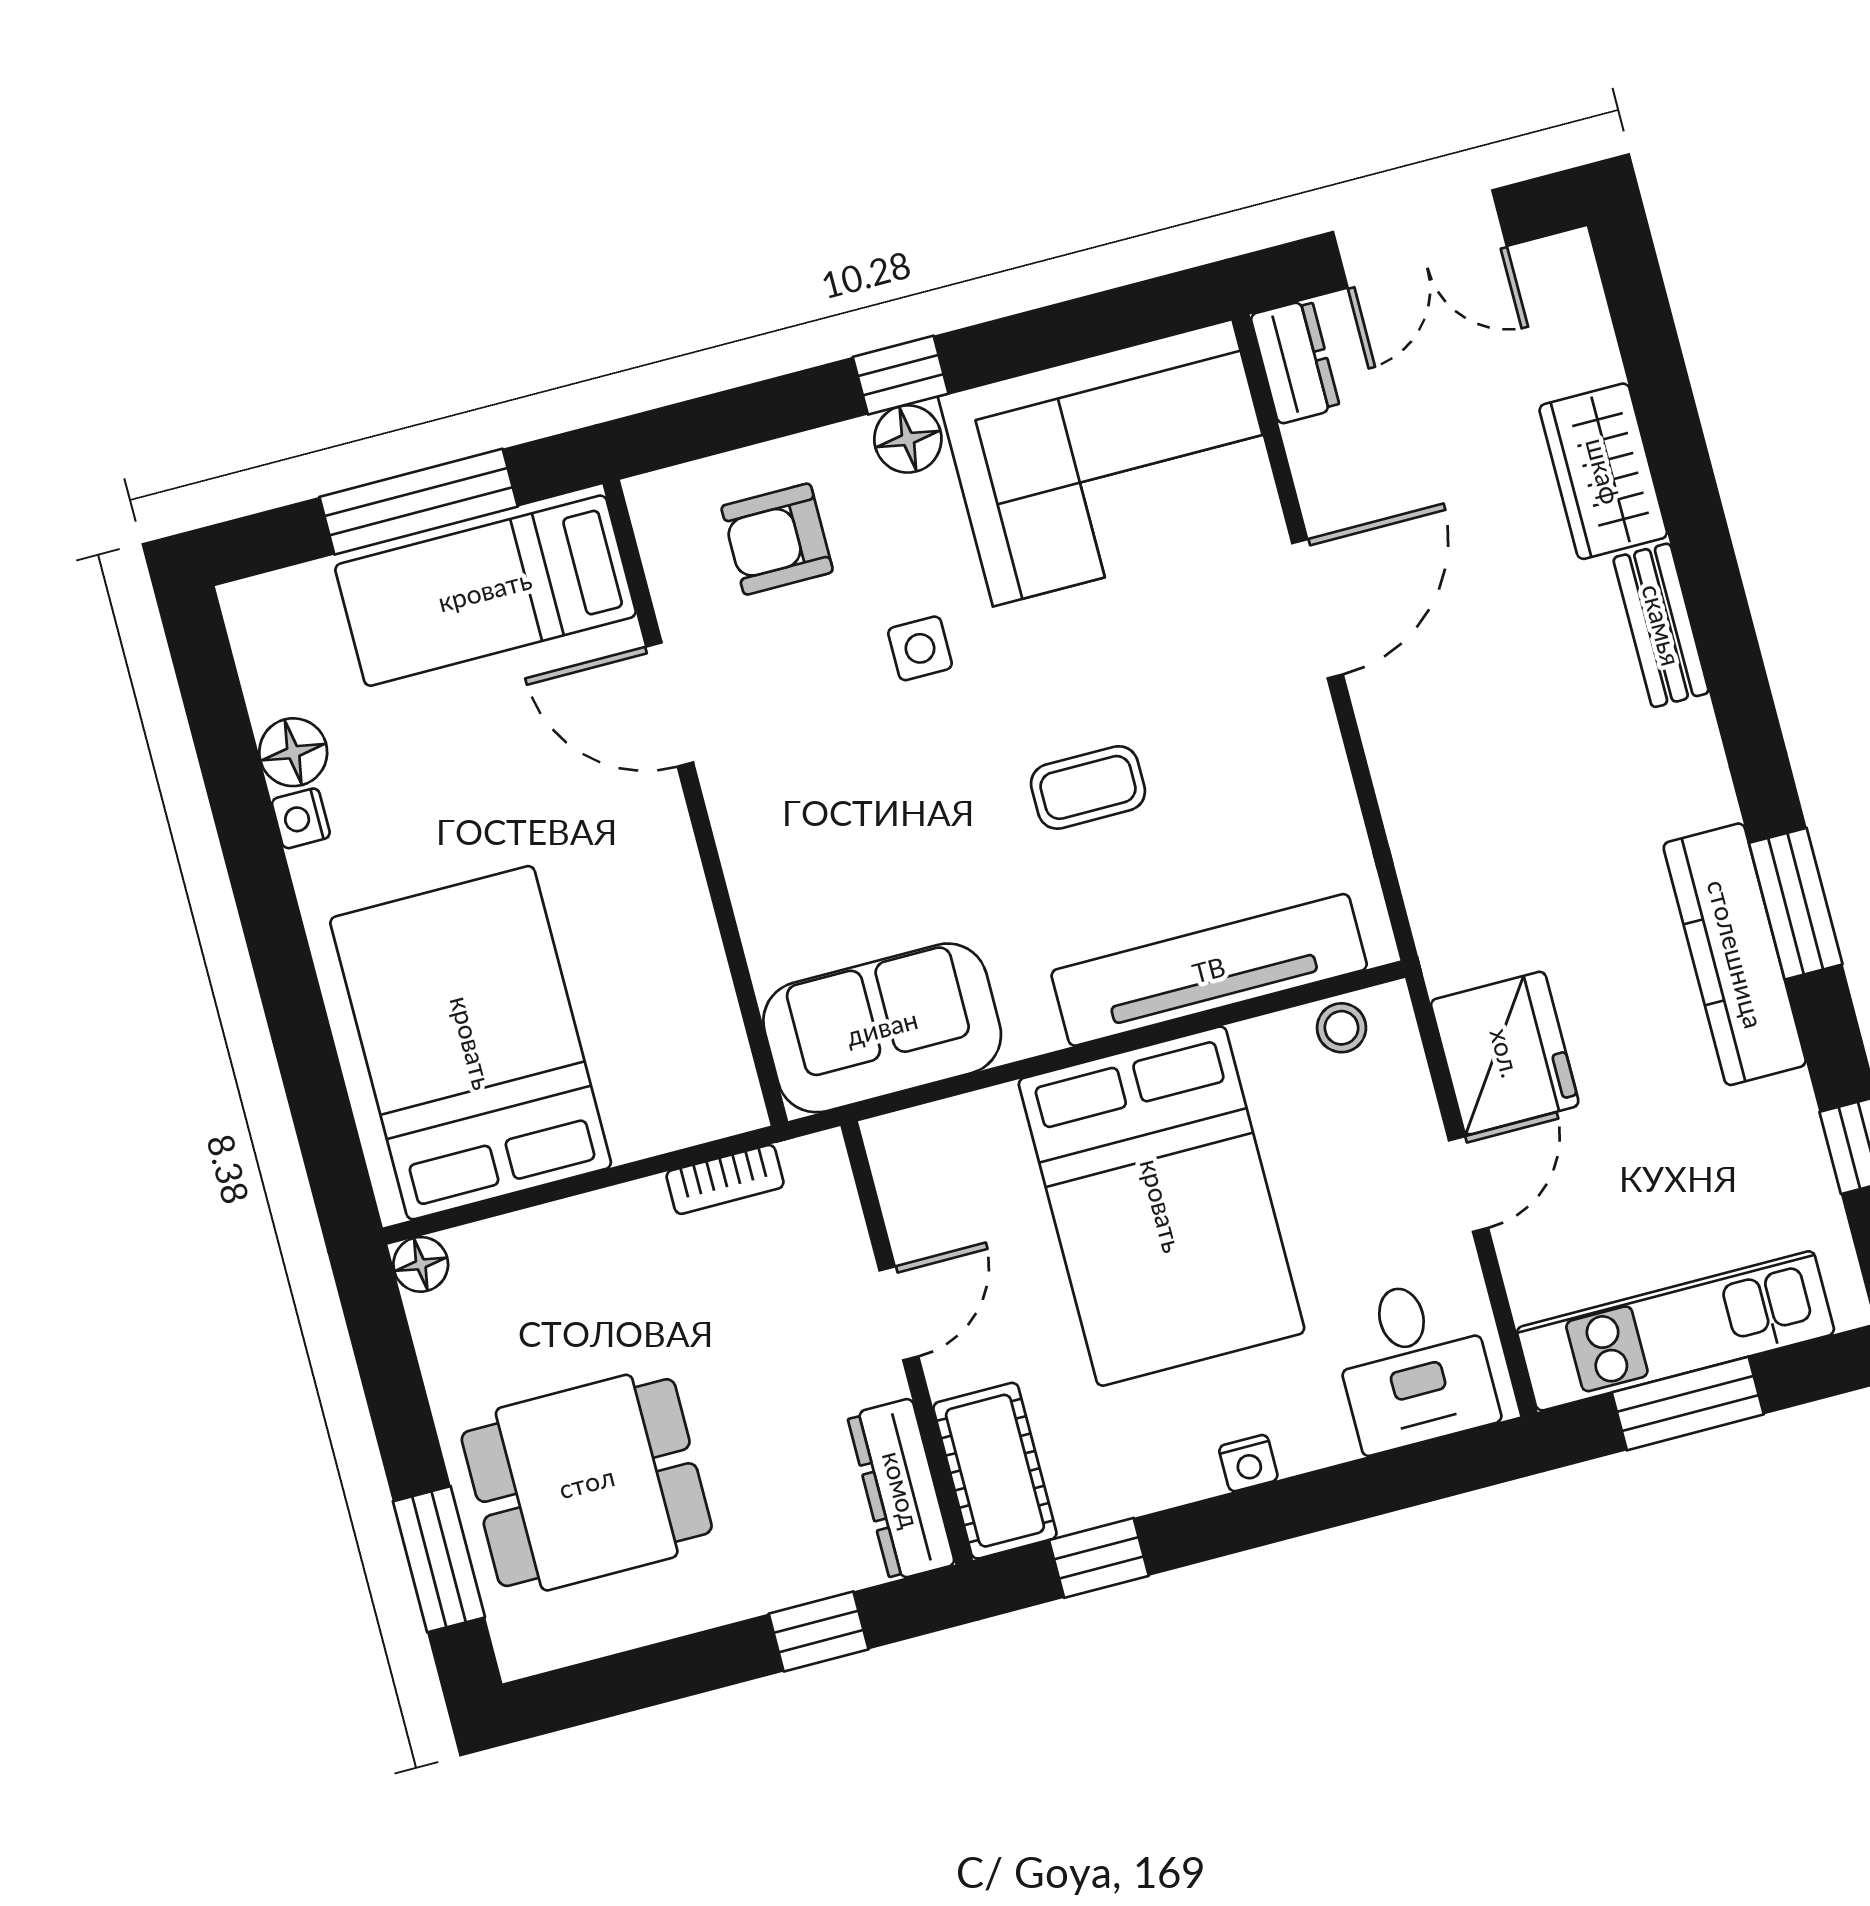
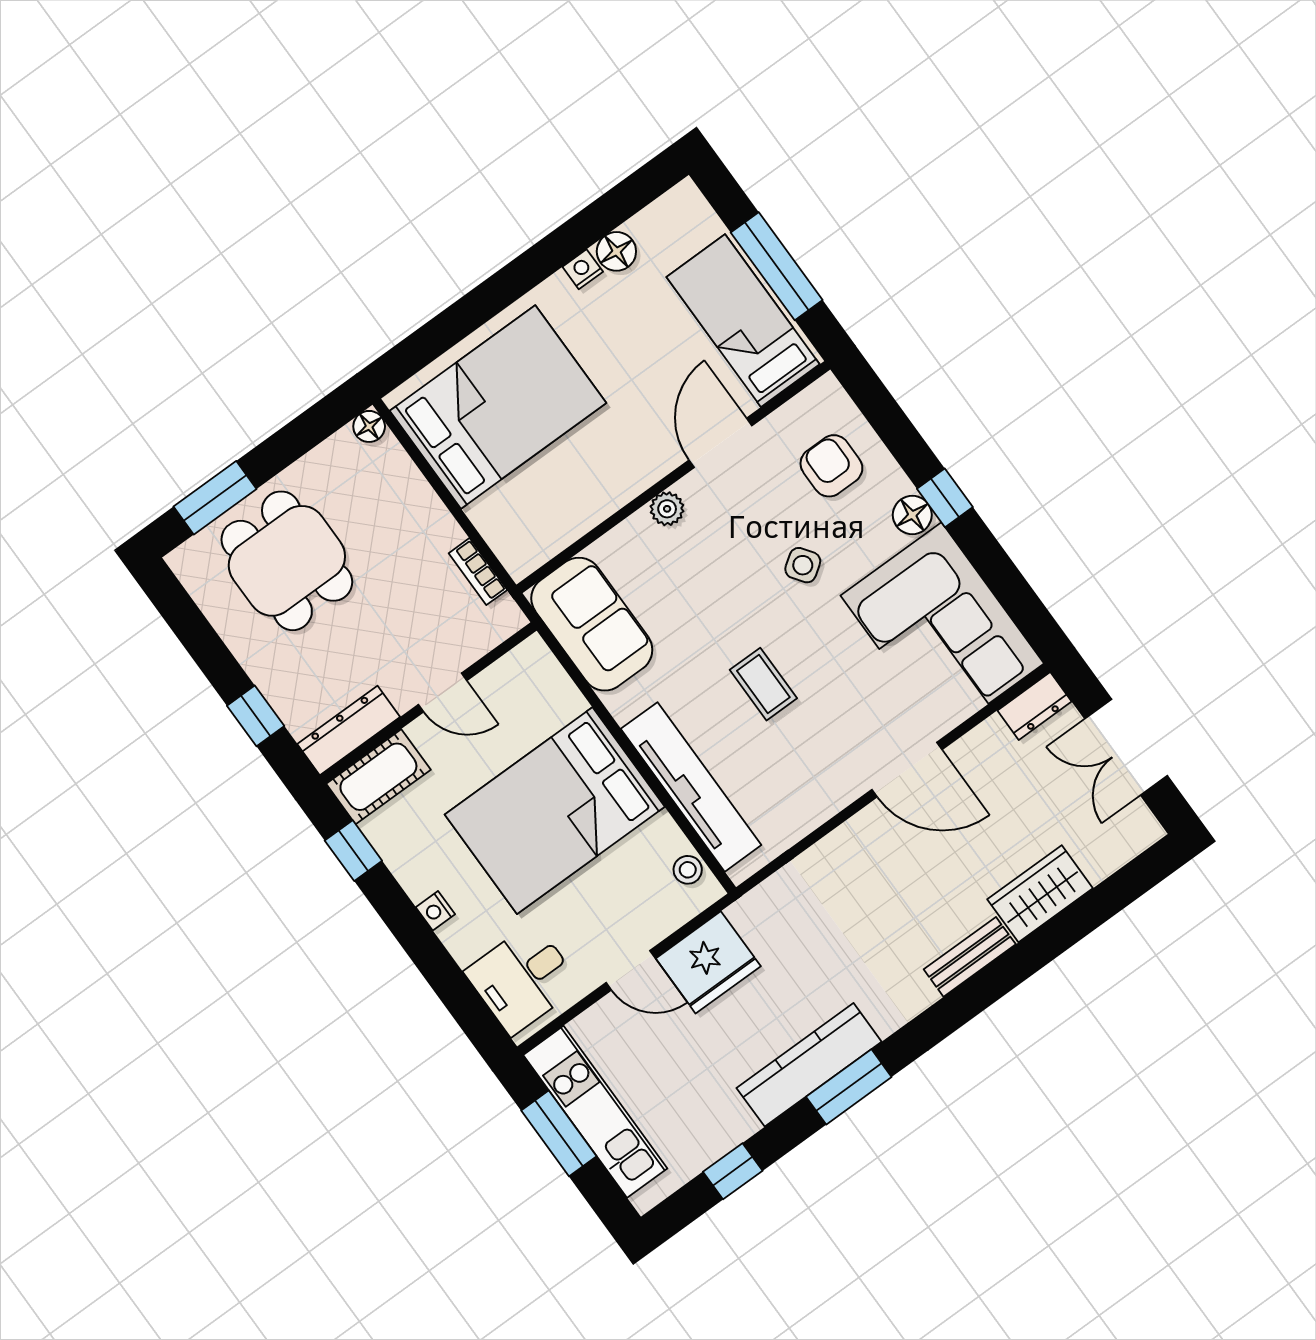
side table: (920, 648) -> (803, 565), turned -35
plant: (743, 833) -> (667, 509), added

